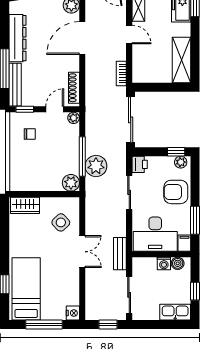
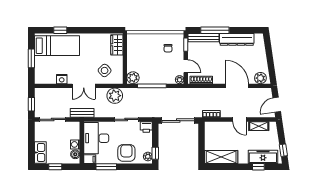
door: (129, 34) -> (239, 119), hinge flipped
plant: (96, 166) -> (115, 96), moved
nightstand: (73, 313) -> (62, 79), moved
window: (44, 324) -> (31, 58), width x0.69

